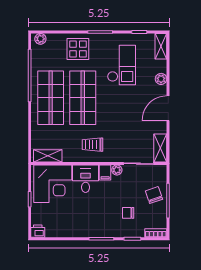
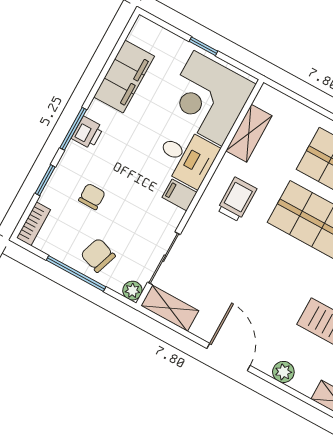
shelving: (48, 156) -> (249, 133), moved
plant: (117, 170) -> (132, 291), moved
chair: (154, 195) -> (98, 255), turned -142
filing cabinet: (64, 229) -> (124, 77), added
printer: (38, 231) -> (88, 133), moved

